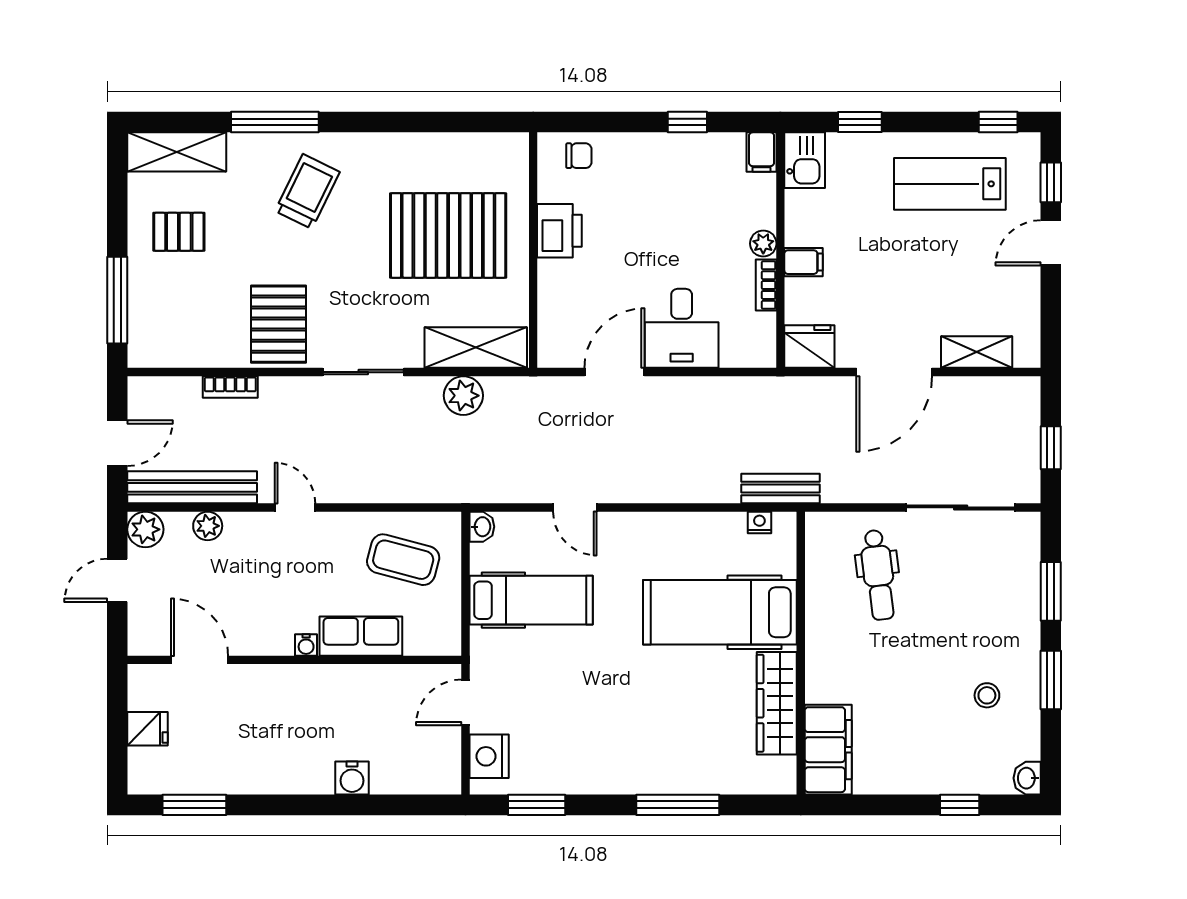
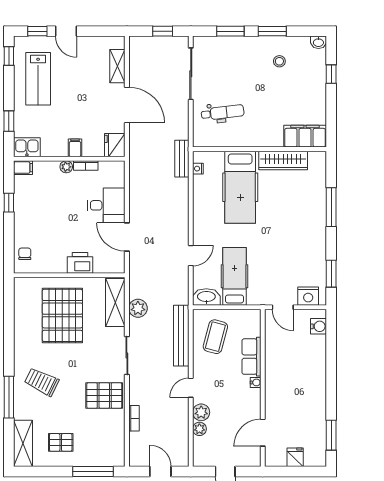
printer: (559, 231) -> (80, 263), moved
pallet: (179, 232) -> (61, 442), turned 90
bench: (192, 487) -> (181, 336), moved
washbasin: (482, 527) -> (206, 297), width x1.91, depth x1.45
plant: (145, 529) -> (201, 412), moved
water cooler: (352, 778) -> (318, 326), moved

